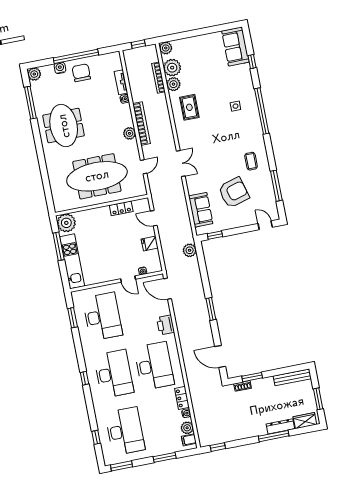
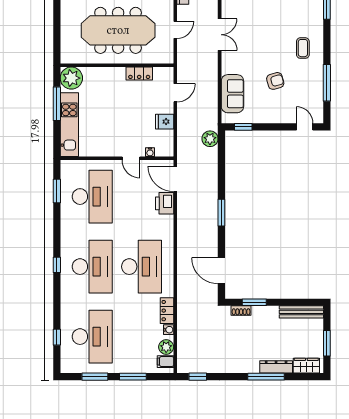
armchair: (234, 193) -> (275, 81), width x0.53, depth x0.53
door: (154, 218) -> (175, 93), swing flipped
printer: (166, 325) -> (165, 203), moved
window: (121, 466) -> (95, 377), moved

